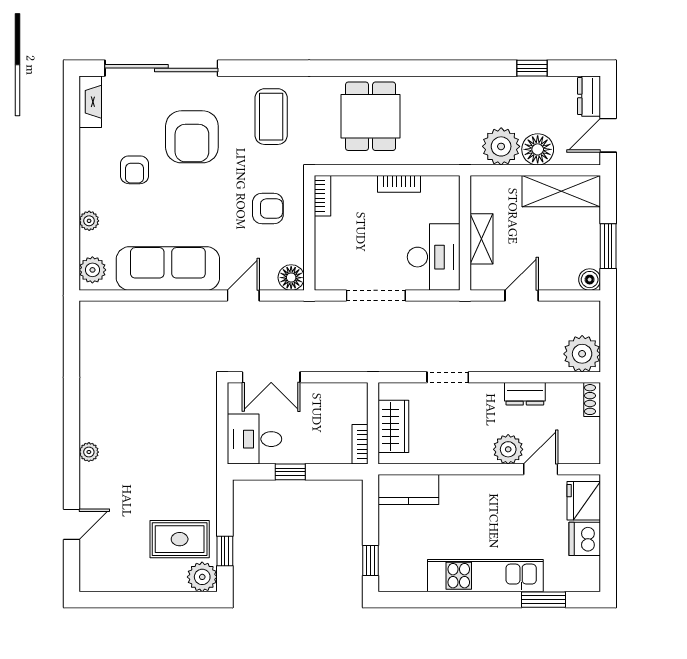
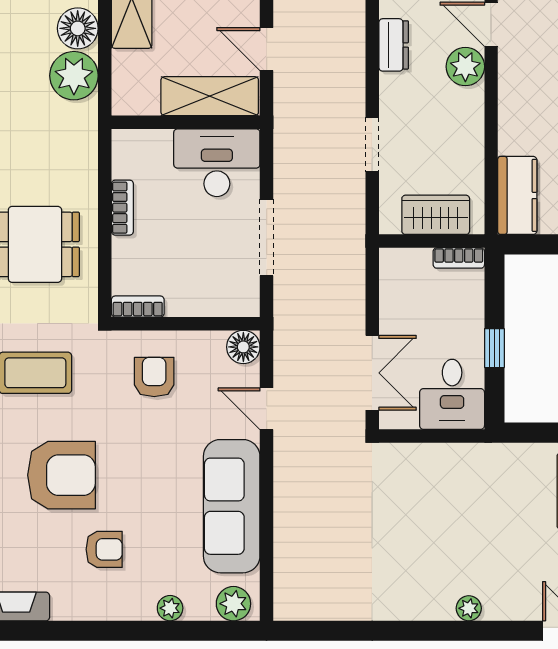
shelving: (481, 239) -> (210, 96), width x1.50, depth x1.33

